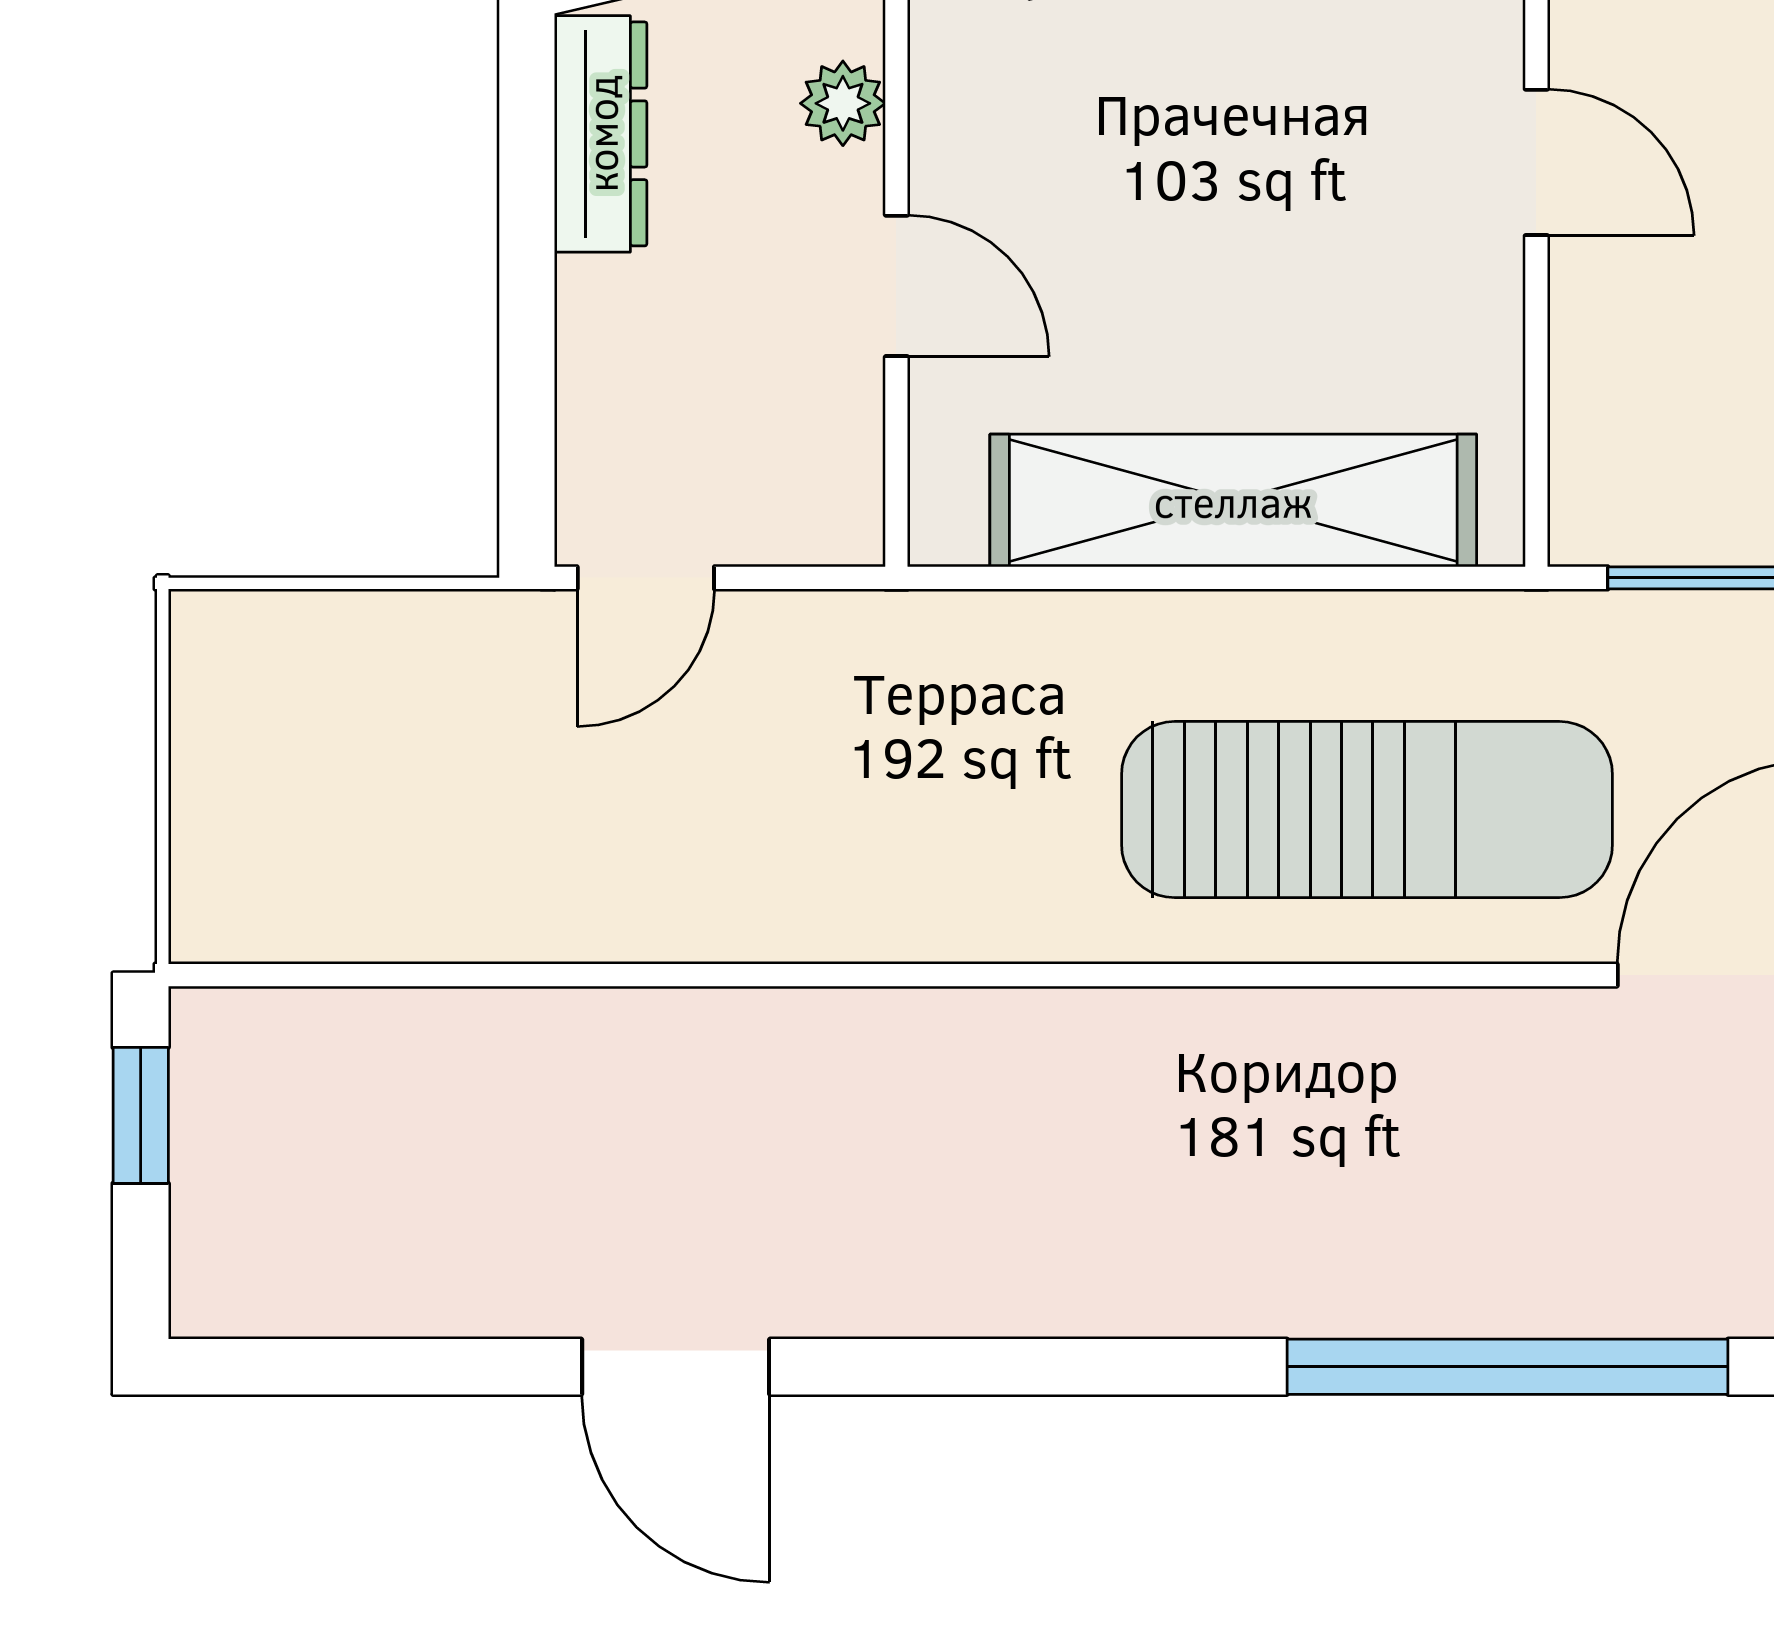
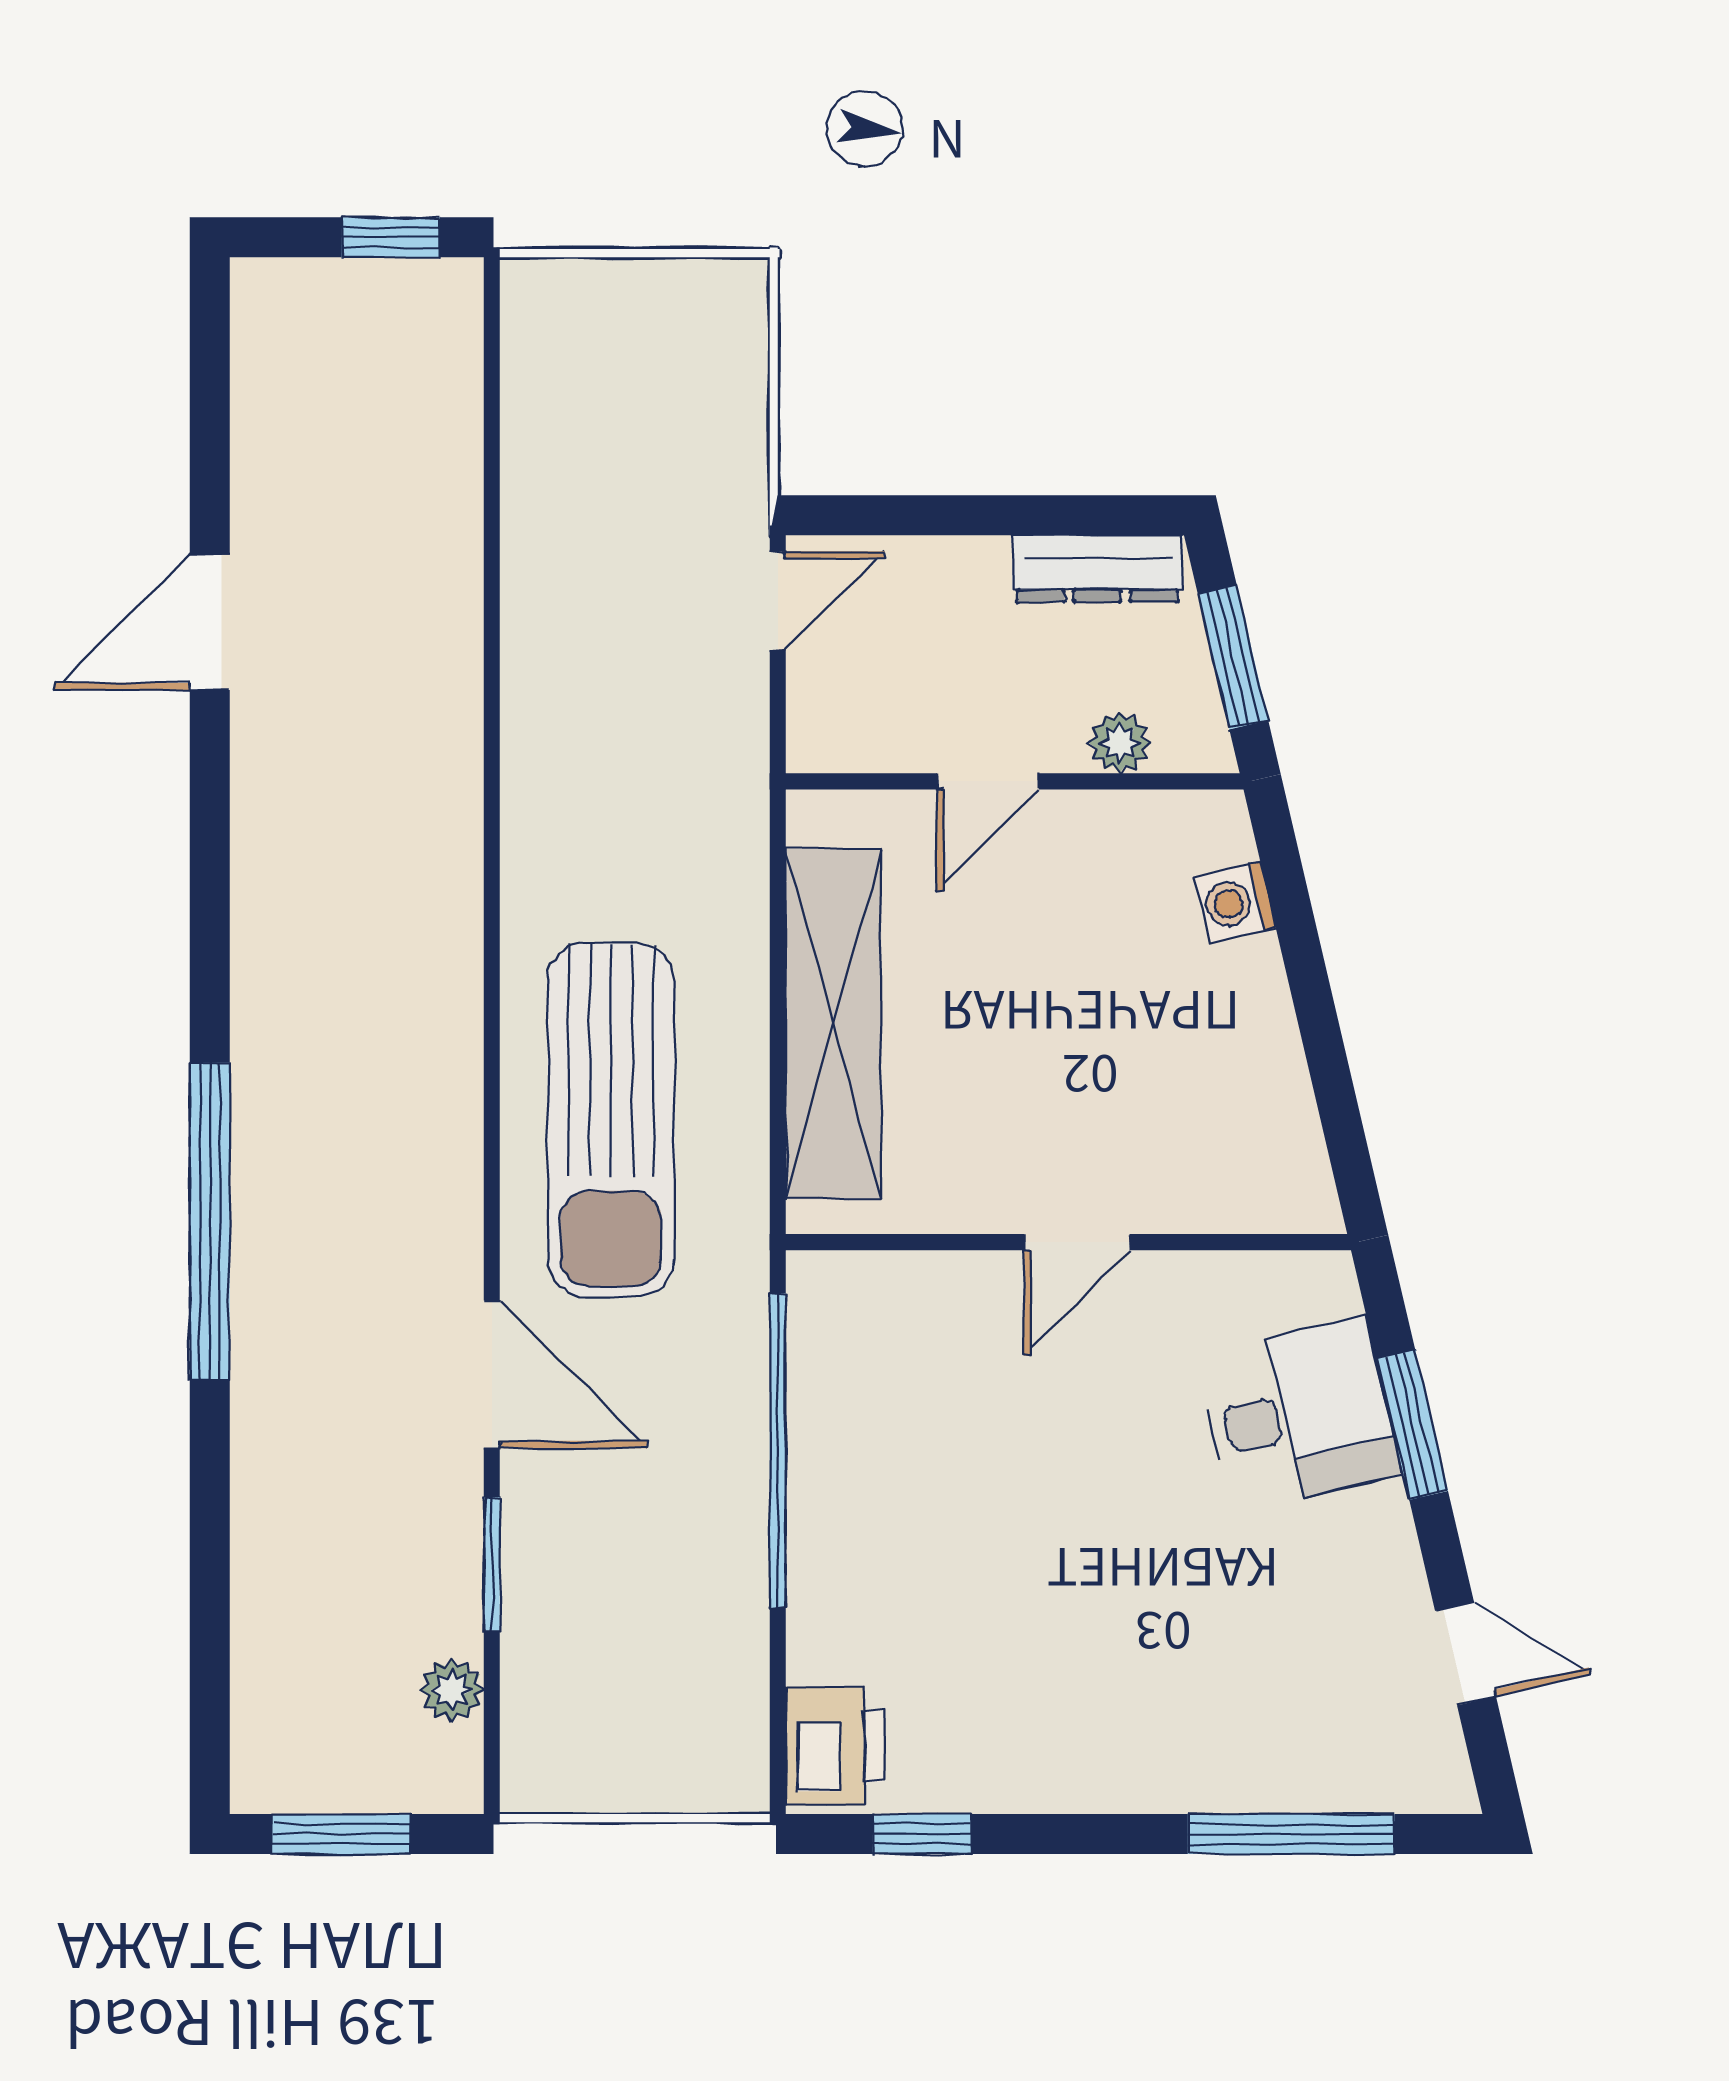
door: (646, 578) -> (778, 601), swing flipped

